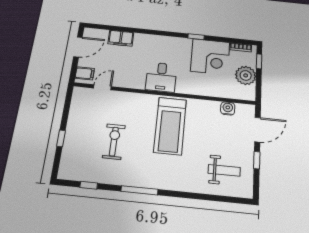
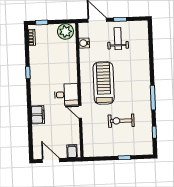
filing cabinet: (121, 38) -> (38, 115), moved
corner desk: (210, 57) -> (44, 60), removed
plant: (246, 75) -> (65, 32), moved
door: (102, 87) -> (80, 112), moved
treadmill: (170, 126) -> (104, 83), turned -90
weight bench: (224, 170) -> (118, 39), moved

